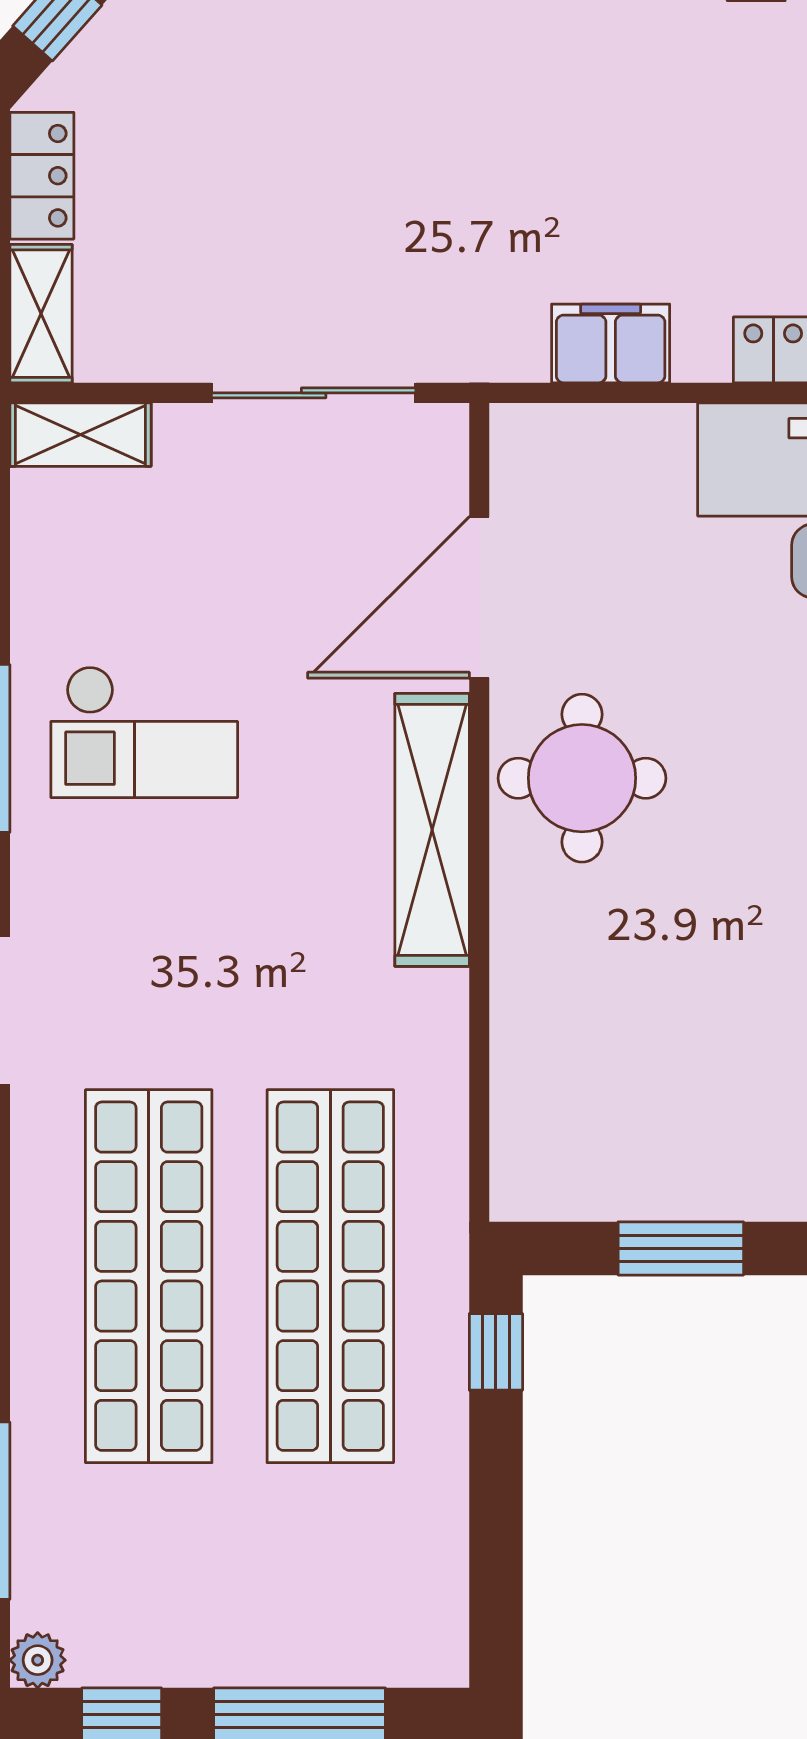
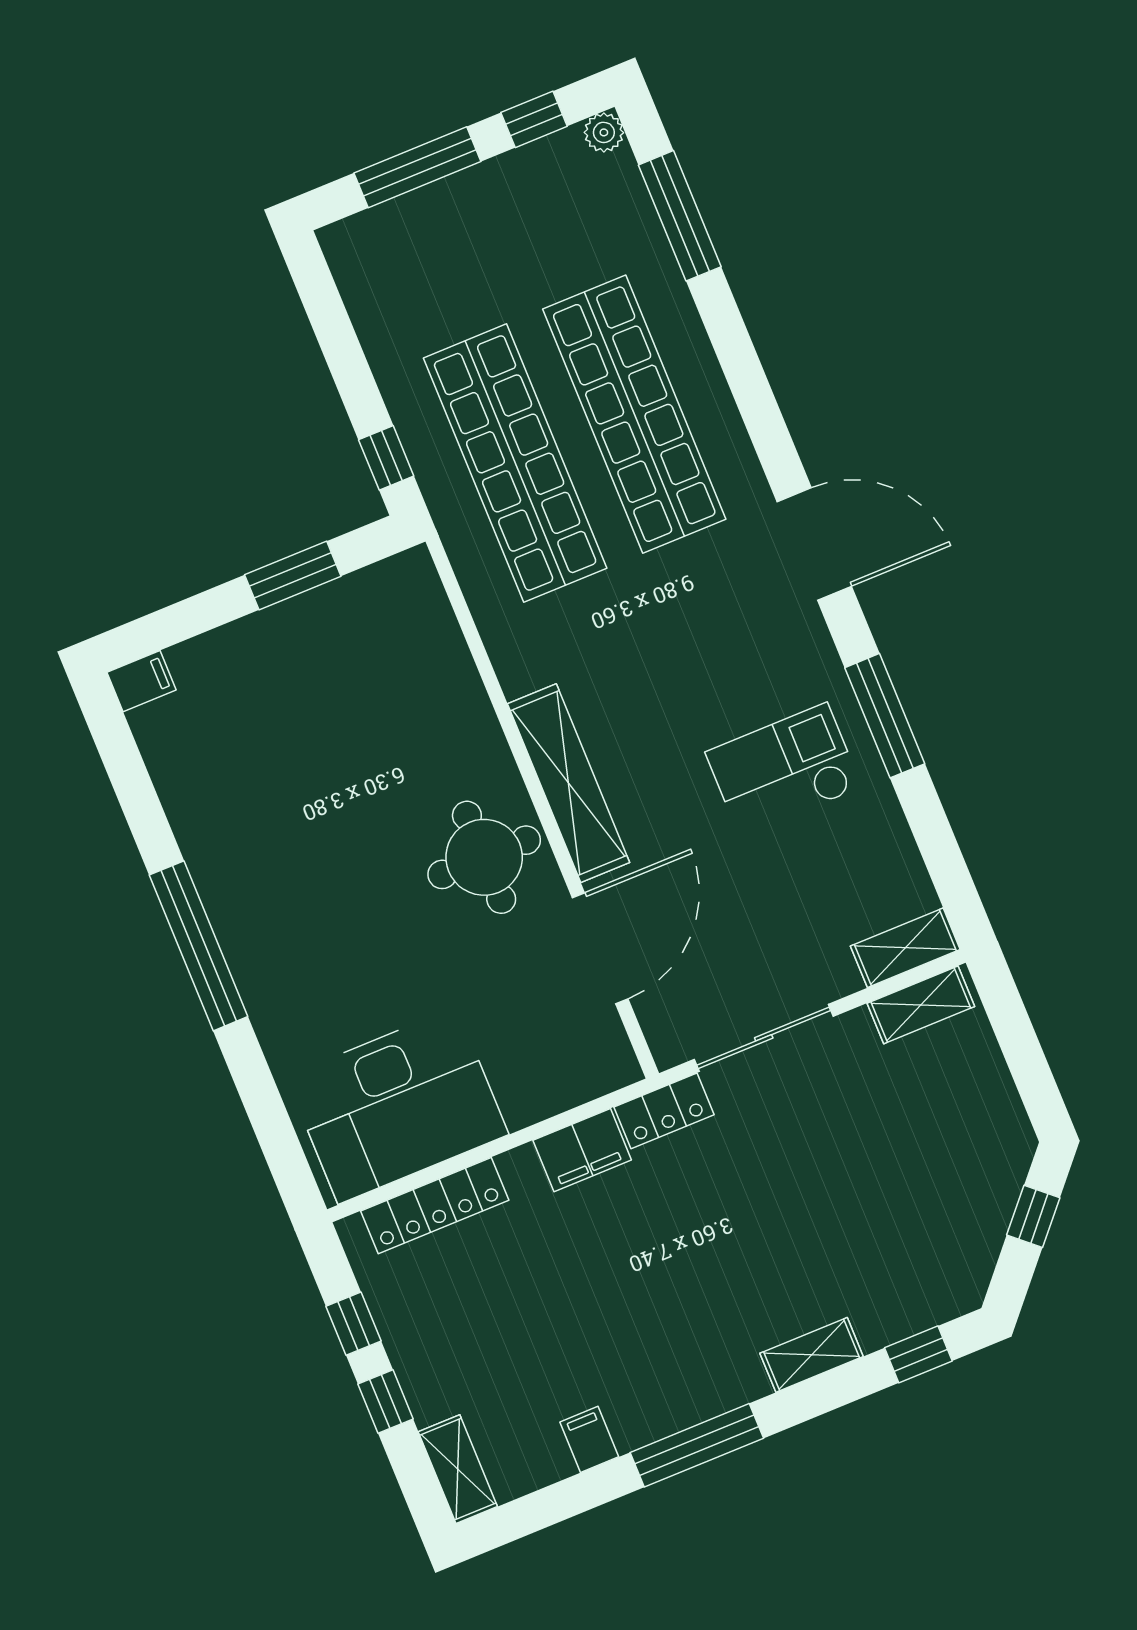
locker: (42, 176) -> (664, 1111), moved, turned -90
shelving: (41, 314) -> (921, 1005), moved, turned 90

